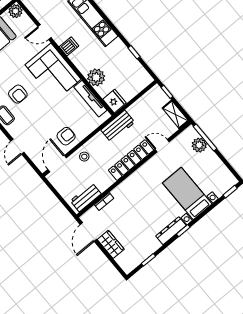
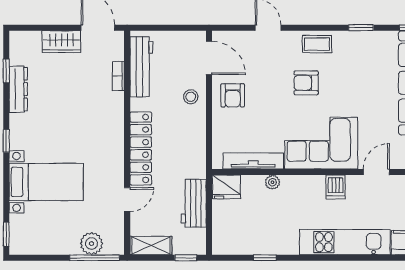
plant: (96, 77) -> (272, 182), width x0.53, depth x0.53
armchair: (18, 94) -> (306, 83), moved
workbench: (118, 126) -> (194, 203), moved
workbench: (86, 197) -> (141, 67), width x1.37
dresser: (171, 231) -> (18, 89), moved

